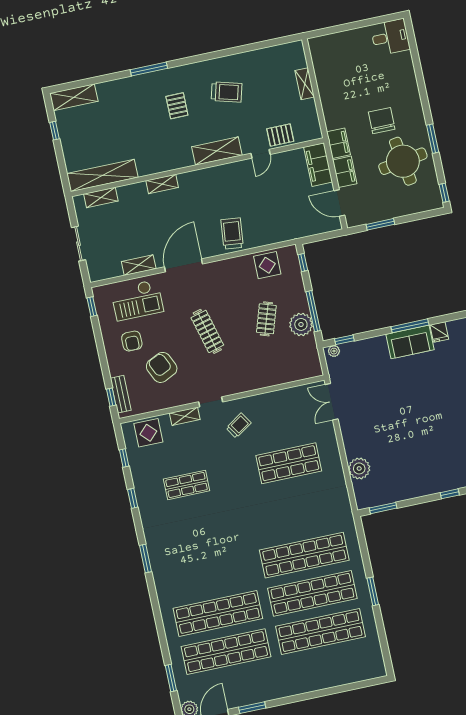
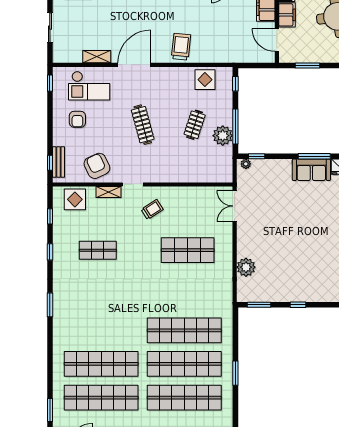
armchair: (162, 367) -> (97, 166), moved
window: (450, 494) -> (298, 305), moved

